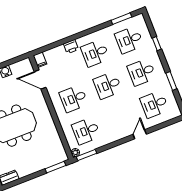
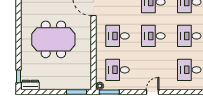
door: (140, 134) -> (153, 92), moved

